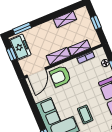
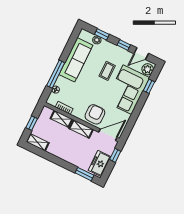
shelving: (65, 19) -> (38, 142), moved
window: (12, 54) -> (115, 155), moved
armchair: (60, 76) -> (95, 114), turned -90

